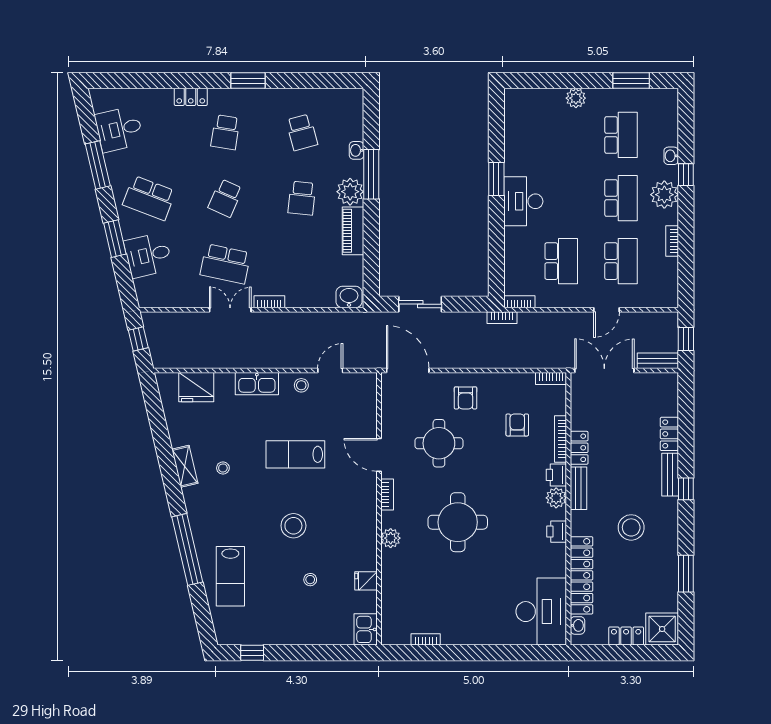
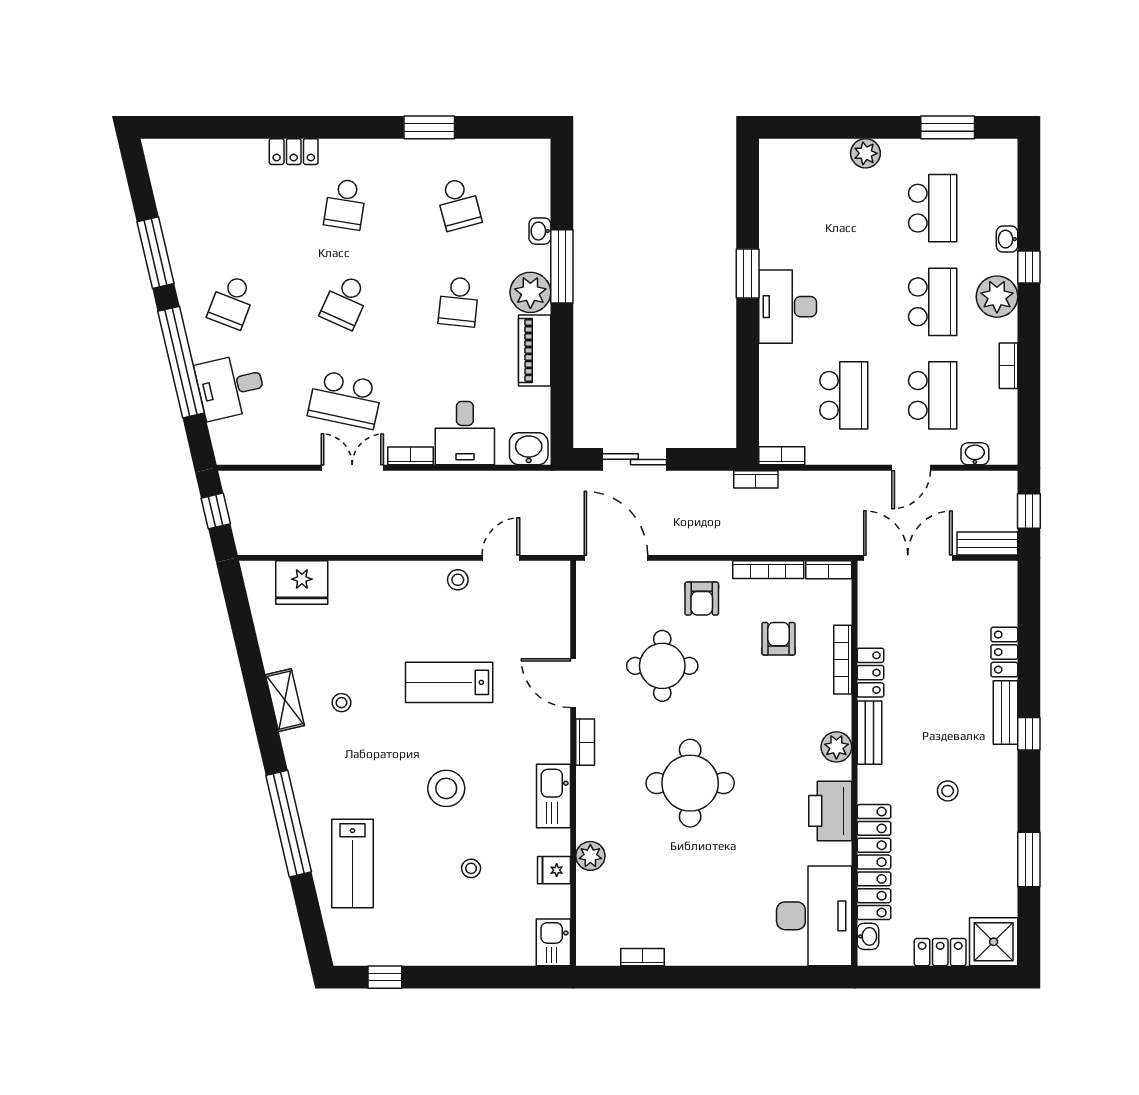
window: (248, 81) -> (429, 127), moved
desk: (119, 129) -> (465, 433), moved, turned -77
school desk: (149, 198) -> (232, 302), width x0.54
window: (115, 239) -> (181, 362), width x2.11
washbasin: (649, 300) -> (975, 454), added
bookcase: (510, 378) -> (768, 570), added
kitchen sink: (257, 384) -> (553, 796), moved, turned 90
printer: (556, 475) -> (837, 713), removed
stool: (631, 527) -> (948, 791), width x0.53, depth x0.53
printer: (557, 532) -> (830, 811), width x1.87, depth x1.48
plant: (391, 538) -> (590, 856), moved

